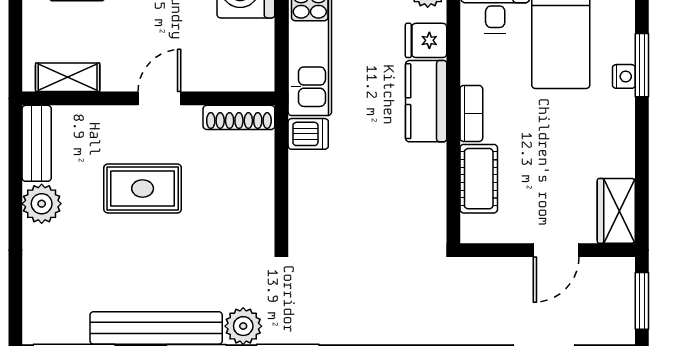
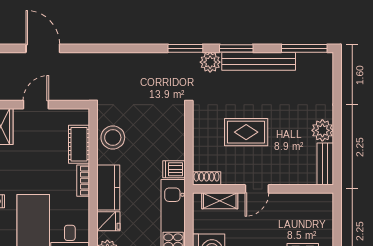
shelving: (68, 77) -> (220, 201), moved
shoe rack: (239, 117) -> (207, 178), width x0.70
rug: (143, 188) -> (246, 132), moved
stool: (418, 191) -> (113, 137), added

